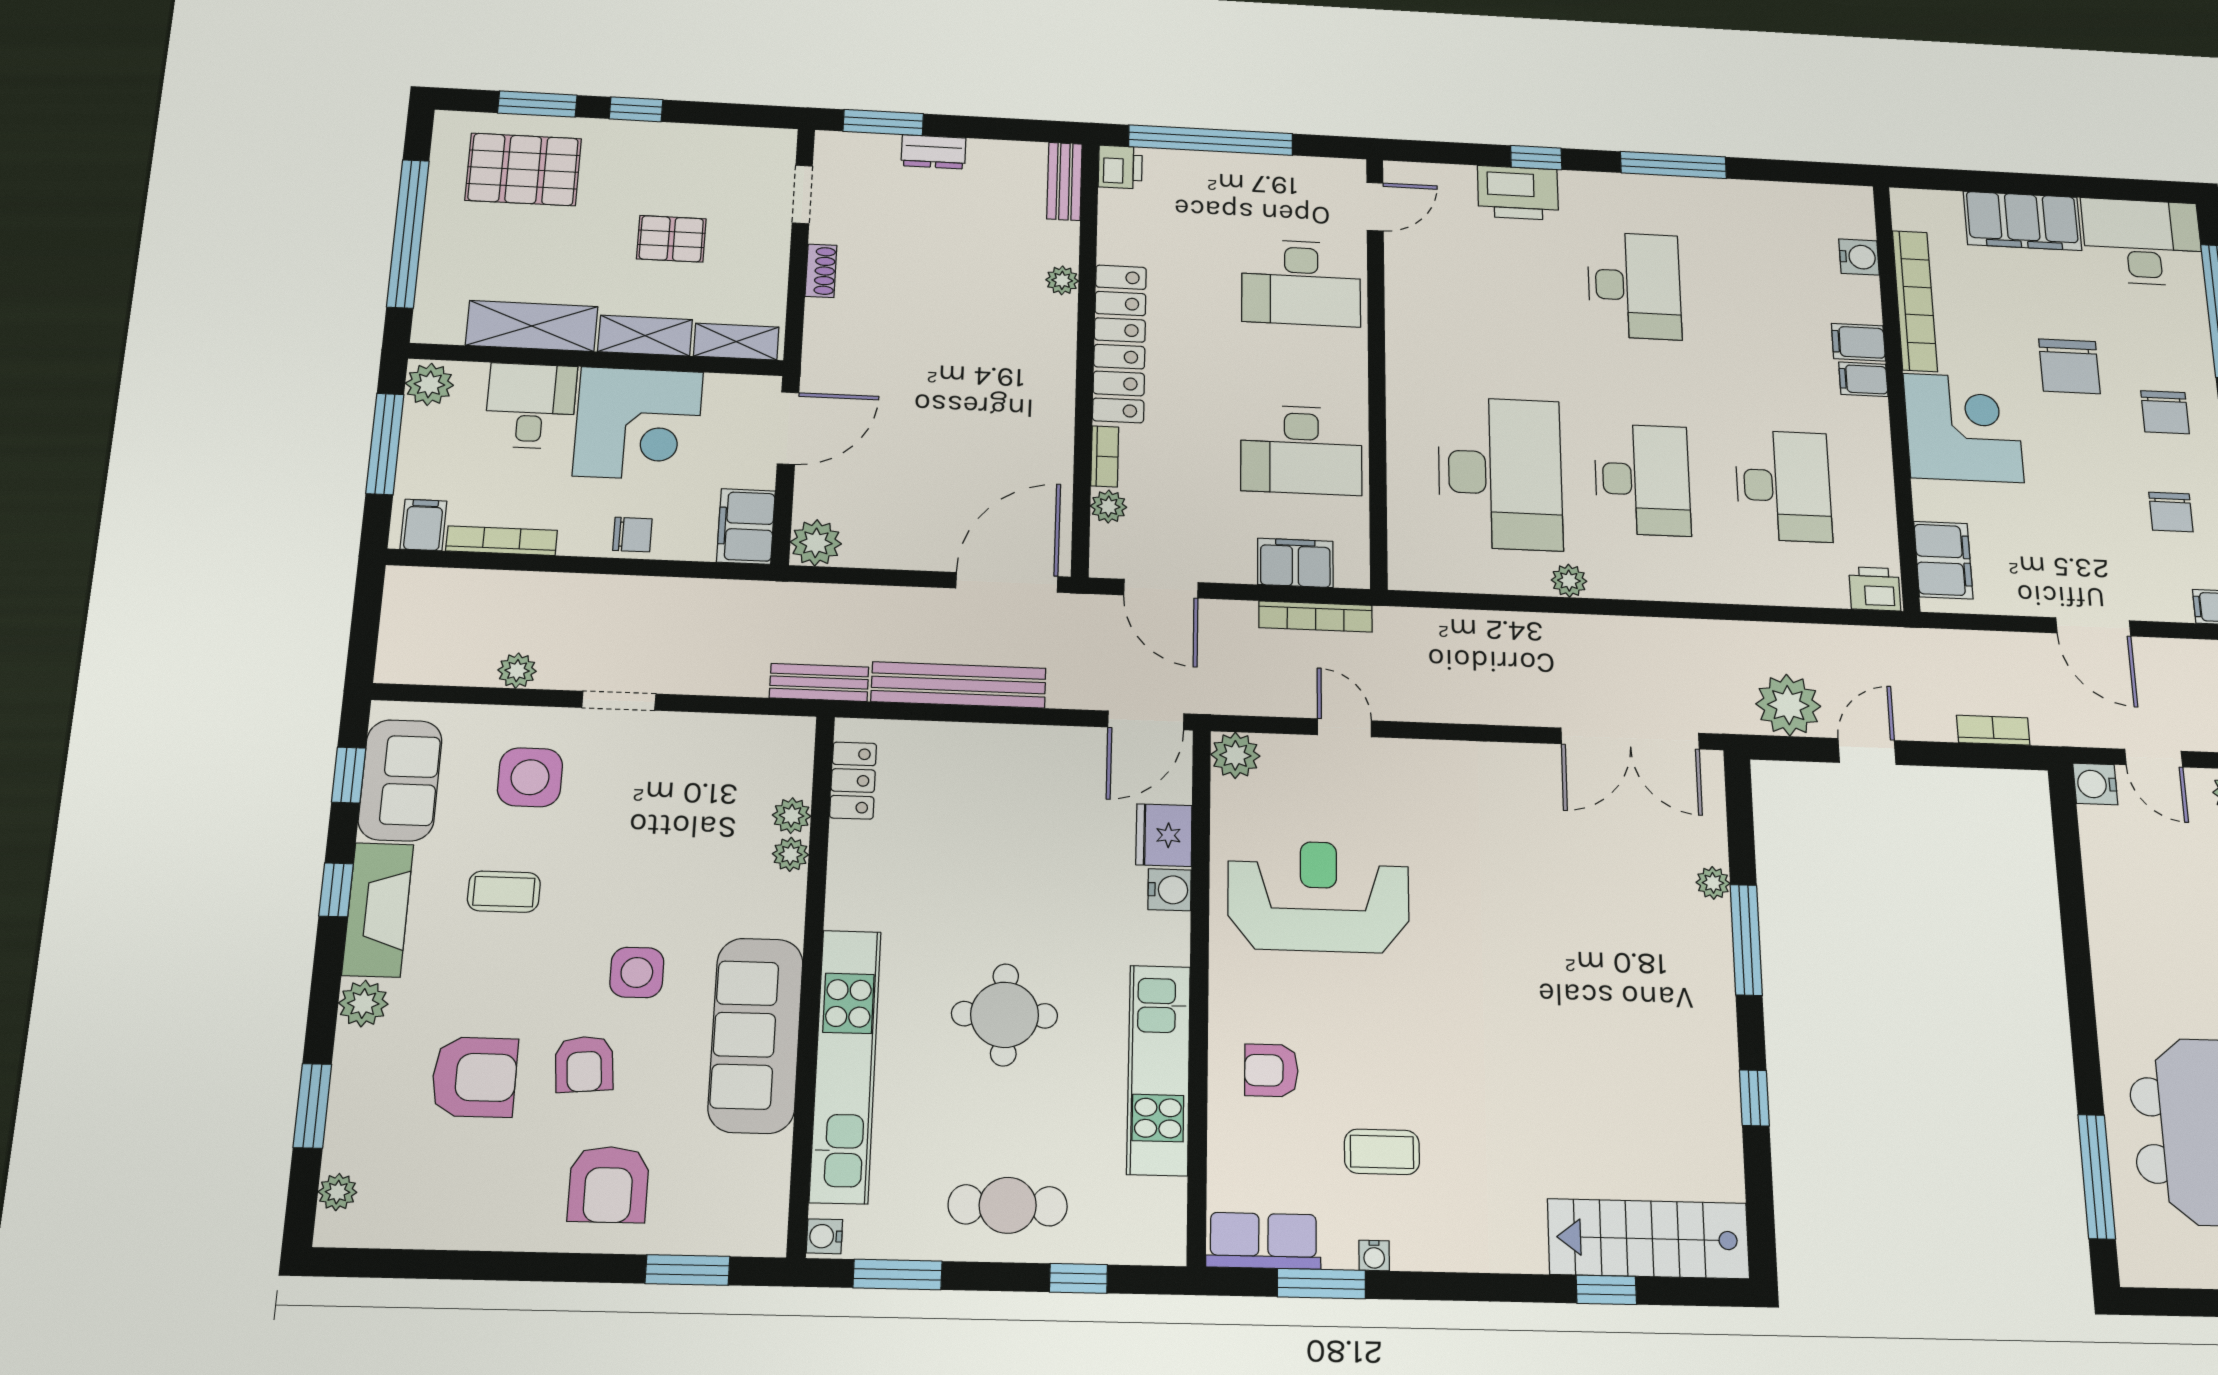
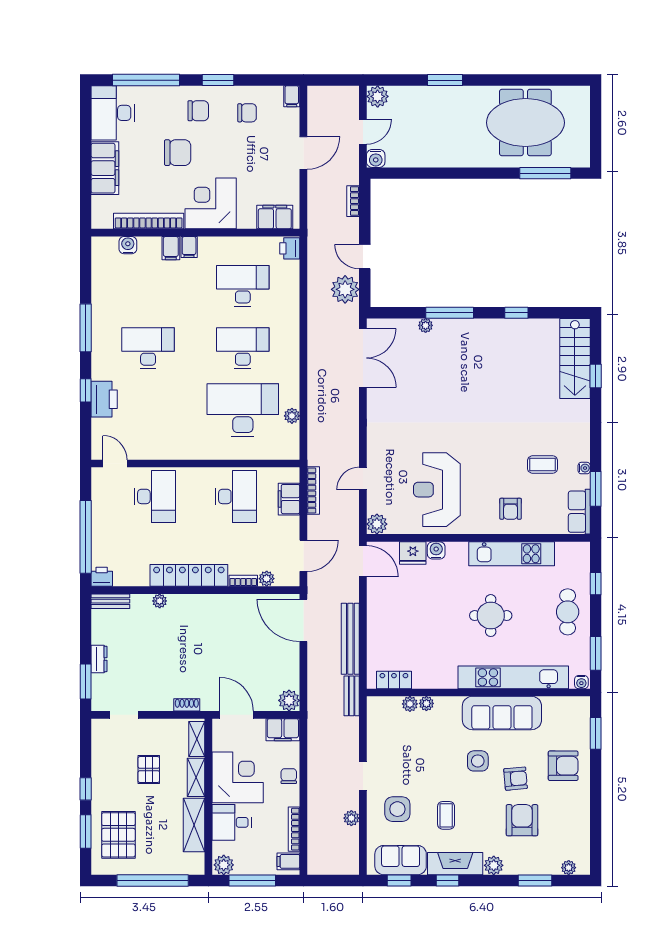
shoe rack: (821, 271) -> (187, 705), moved
plant: (1569, 581) -> (292, 416), moved
coffee table: (1382, 1152) -> (543, 465), turned 90

